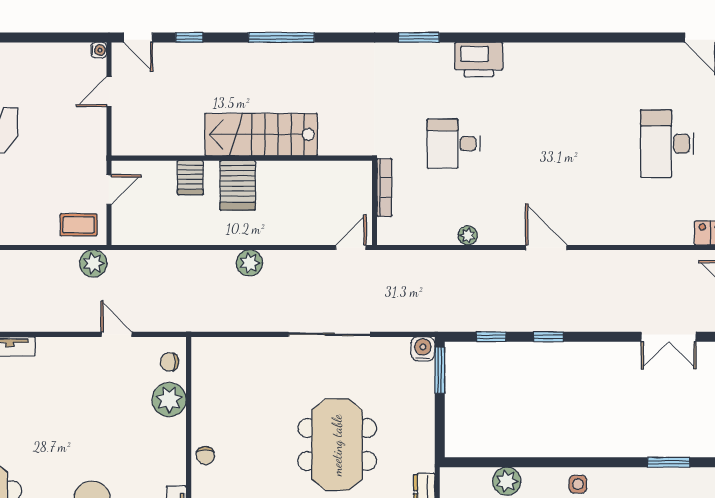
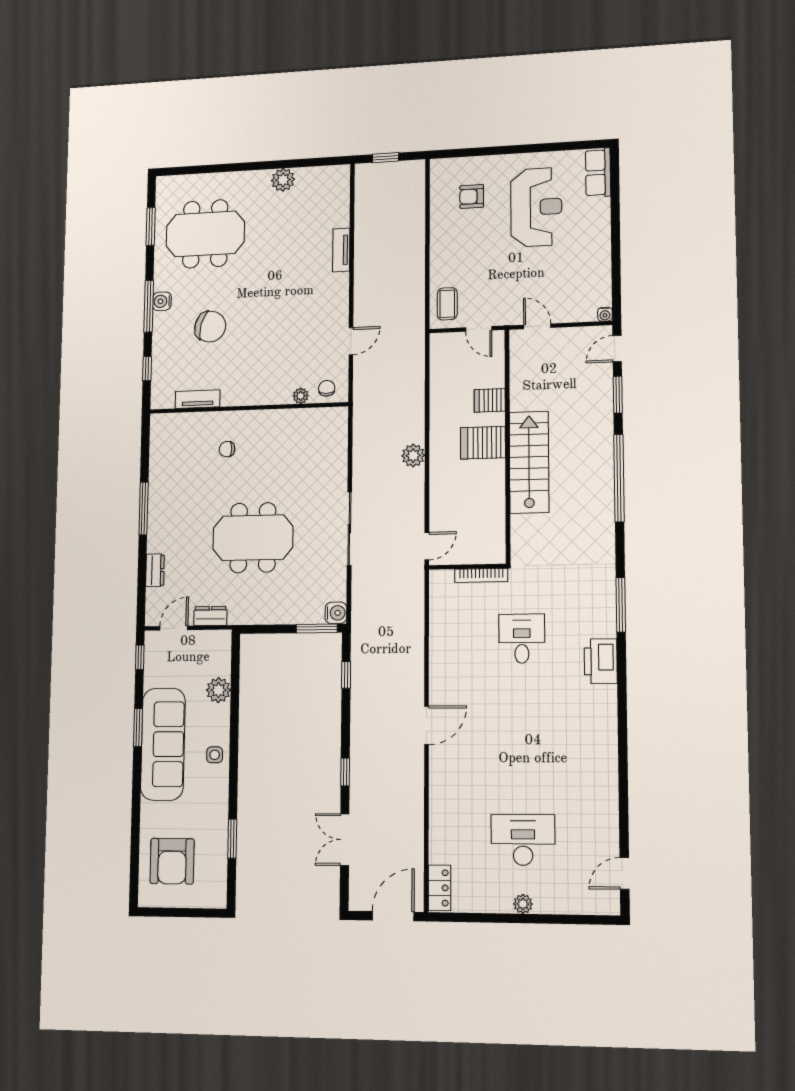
window: (189, 37) -> (618, 395), width x1.50
window: (281, 37) -> (619, 478), width x1.46
window: (419, 37) -> (621, 605), width x1.44
door: (109, 92) -> (537, 326), moved
plant: (468, 235) -> (438, 652), removed
door: (351, 247) -> (427, 546), hinge flipped
plant: (93, 263) -> (413, 318), removed
window: (548, 337) -> (345, 772), moved
plant: (169, 400) -> (301, 396), width x0.53, depth x0.53
chair: (205, 455) -> (227, 449), moved

